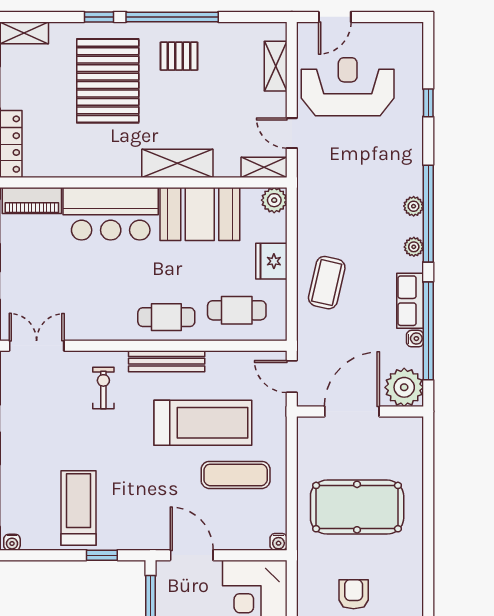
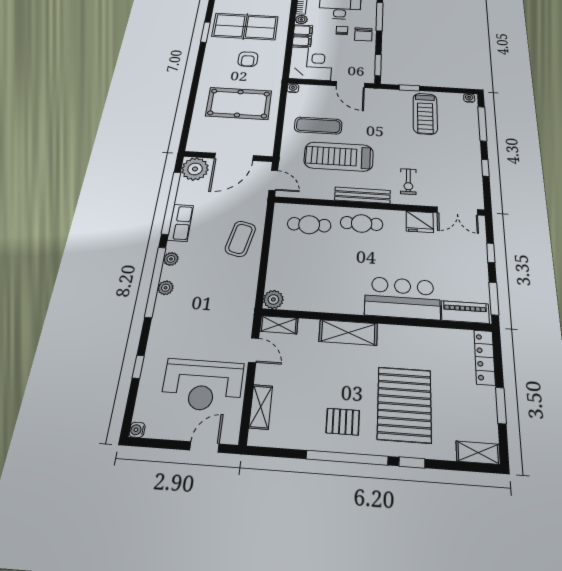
booth: (200, 214) -> (333, 293), removed
fridge: (271, 261) -> (420, 222), moved, turned 90
water cooler: (415, 339) -> (137, 430), moved

